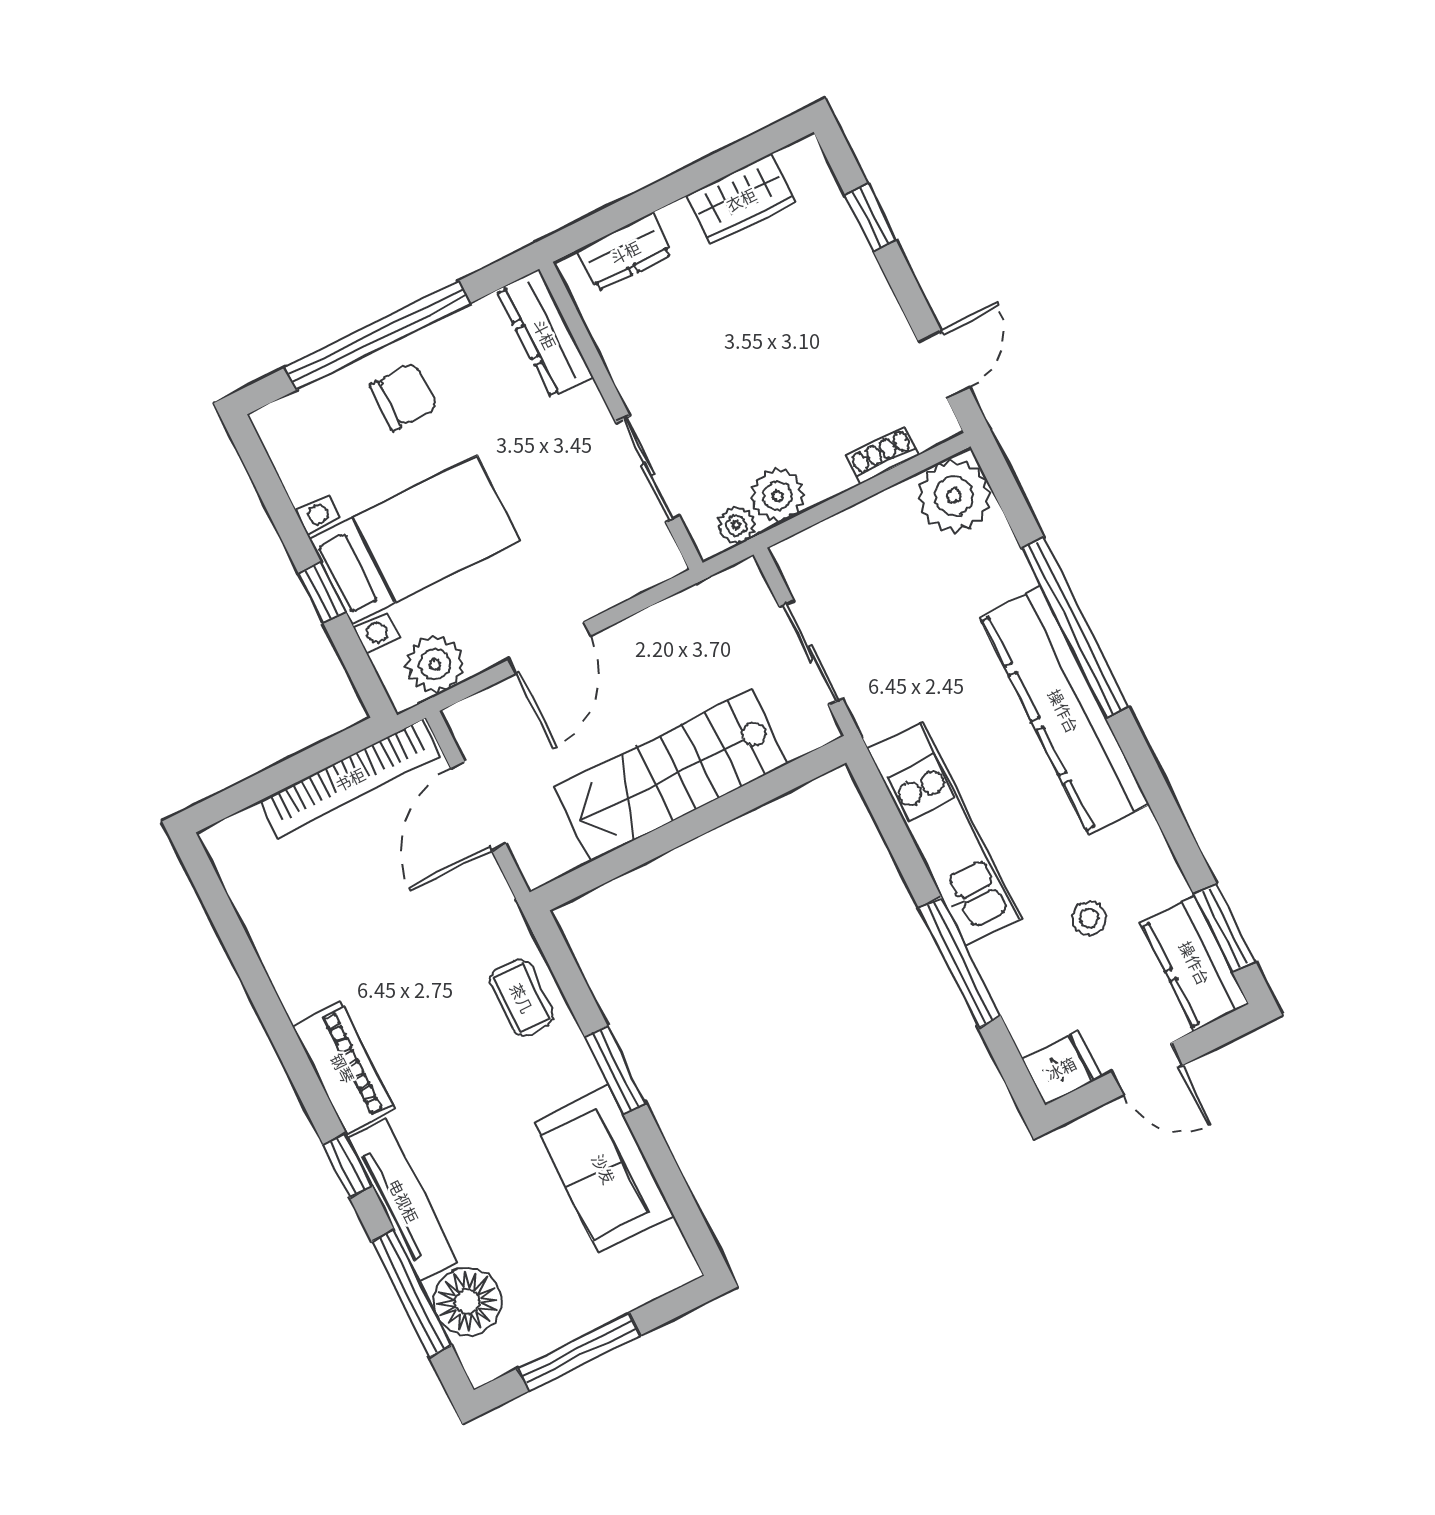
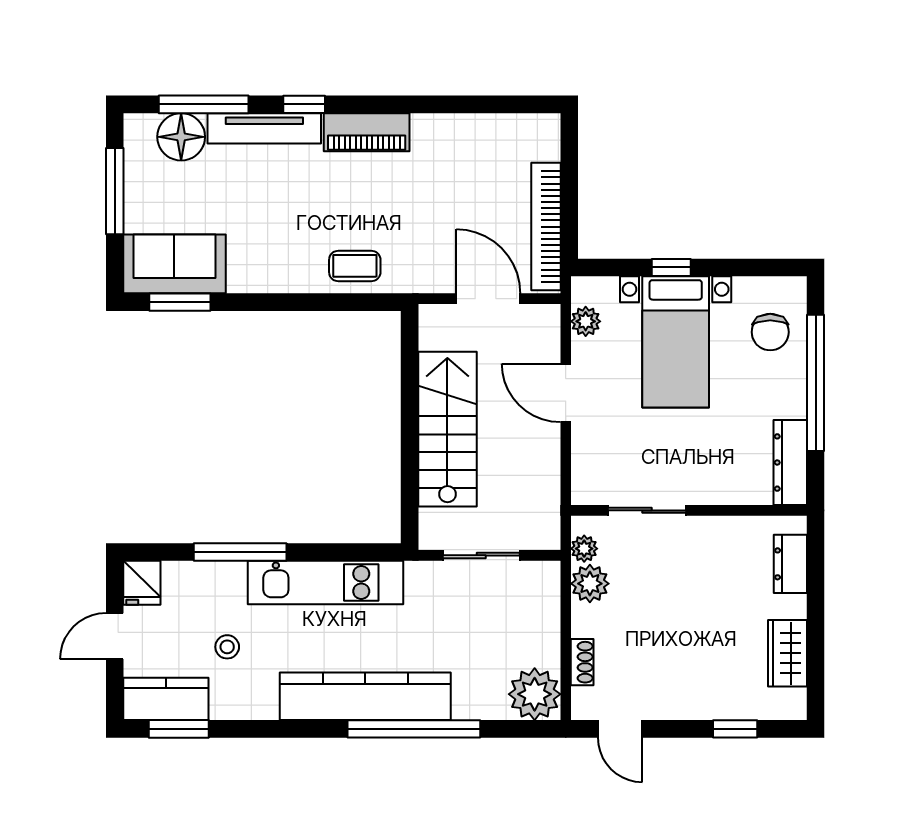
dresser: (545, 334) -> (790, 463), moved, turned -90
chair: (404, 397) -> (770, 332), moved
plant: (435, 664) -> (586, 321), width x0.73, depth x0.73
window: (615, 1070) -> (180, 302), moved
sofa: (604, 1169) -> (174, 264), moved

